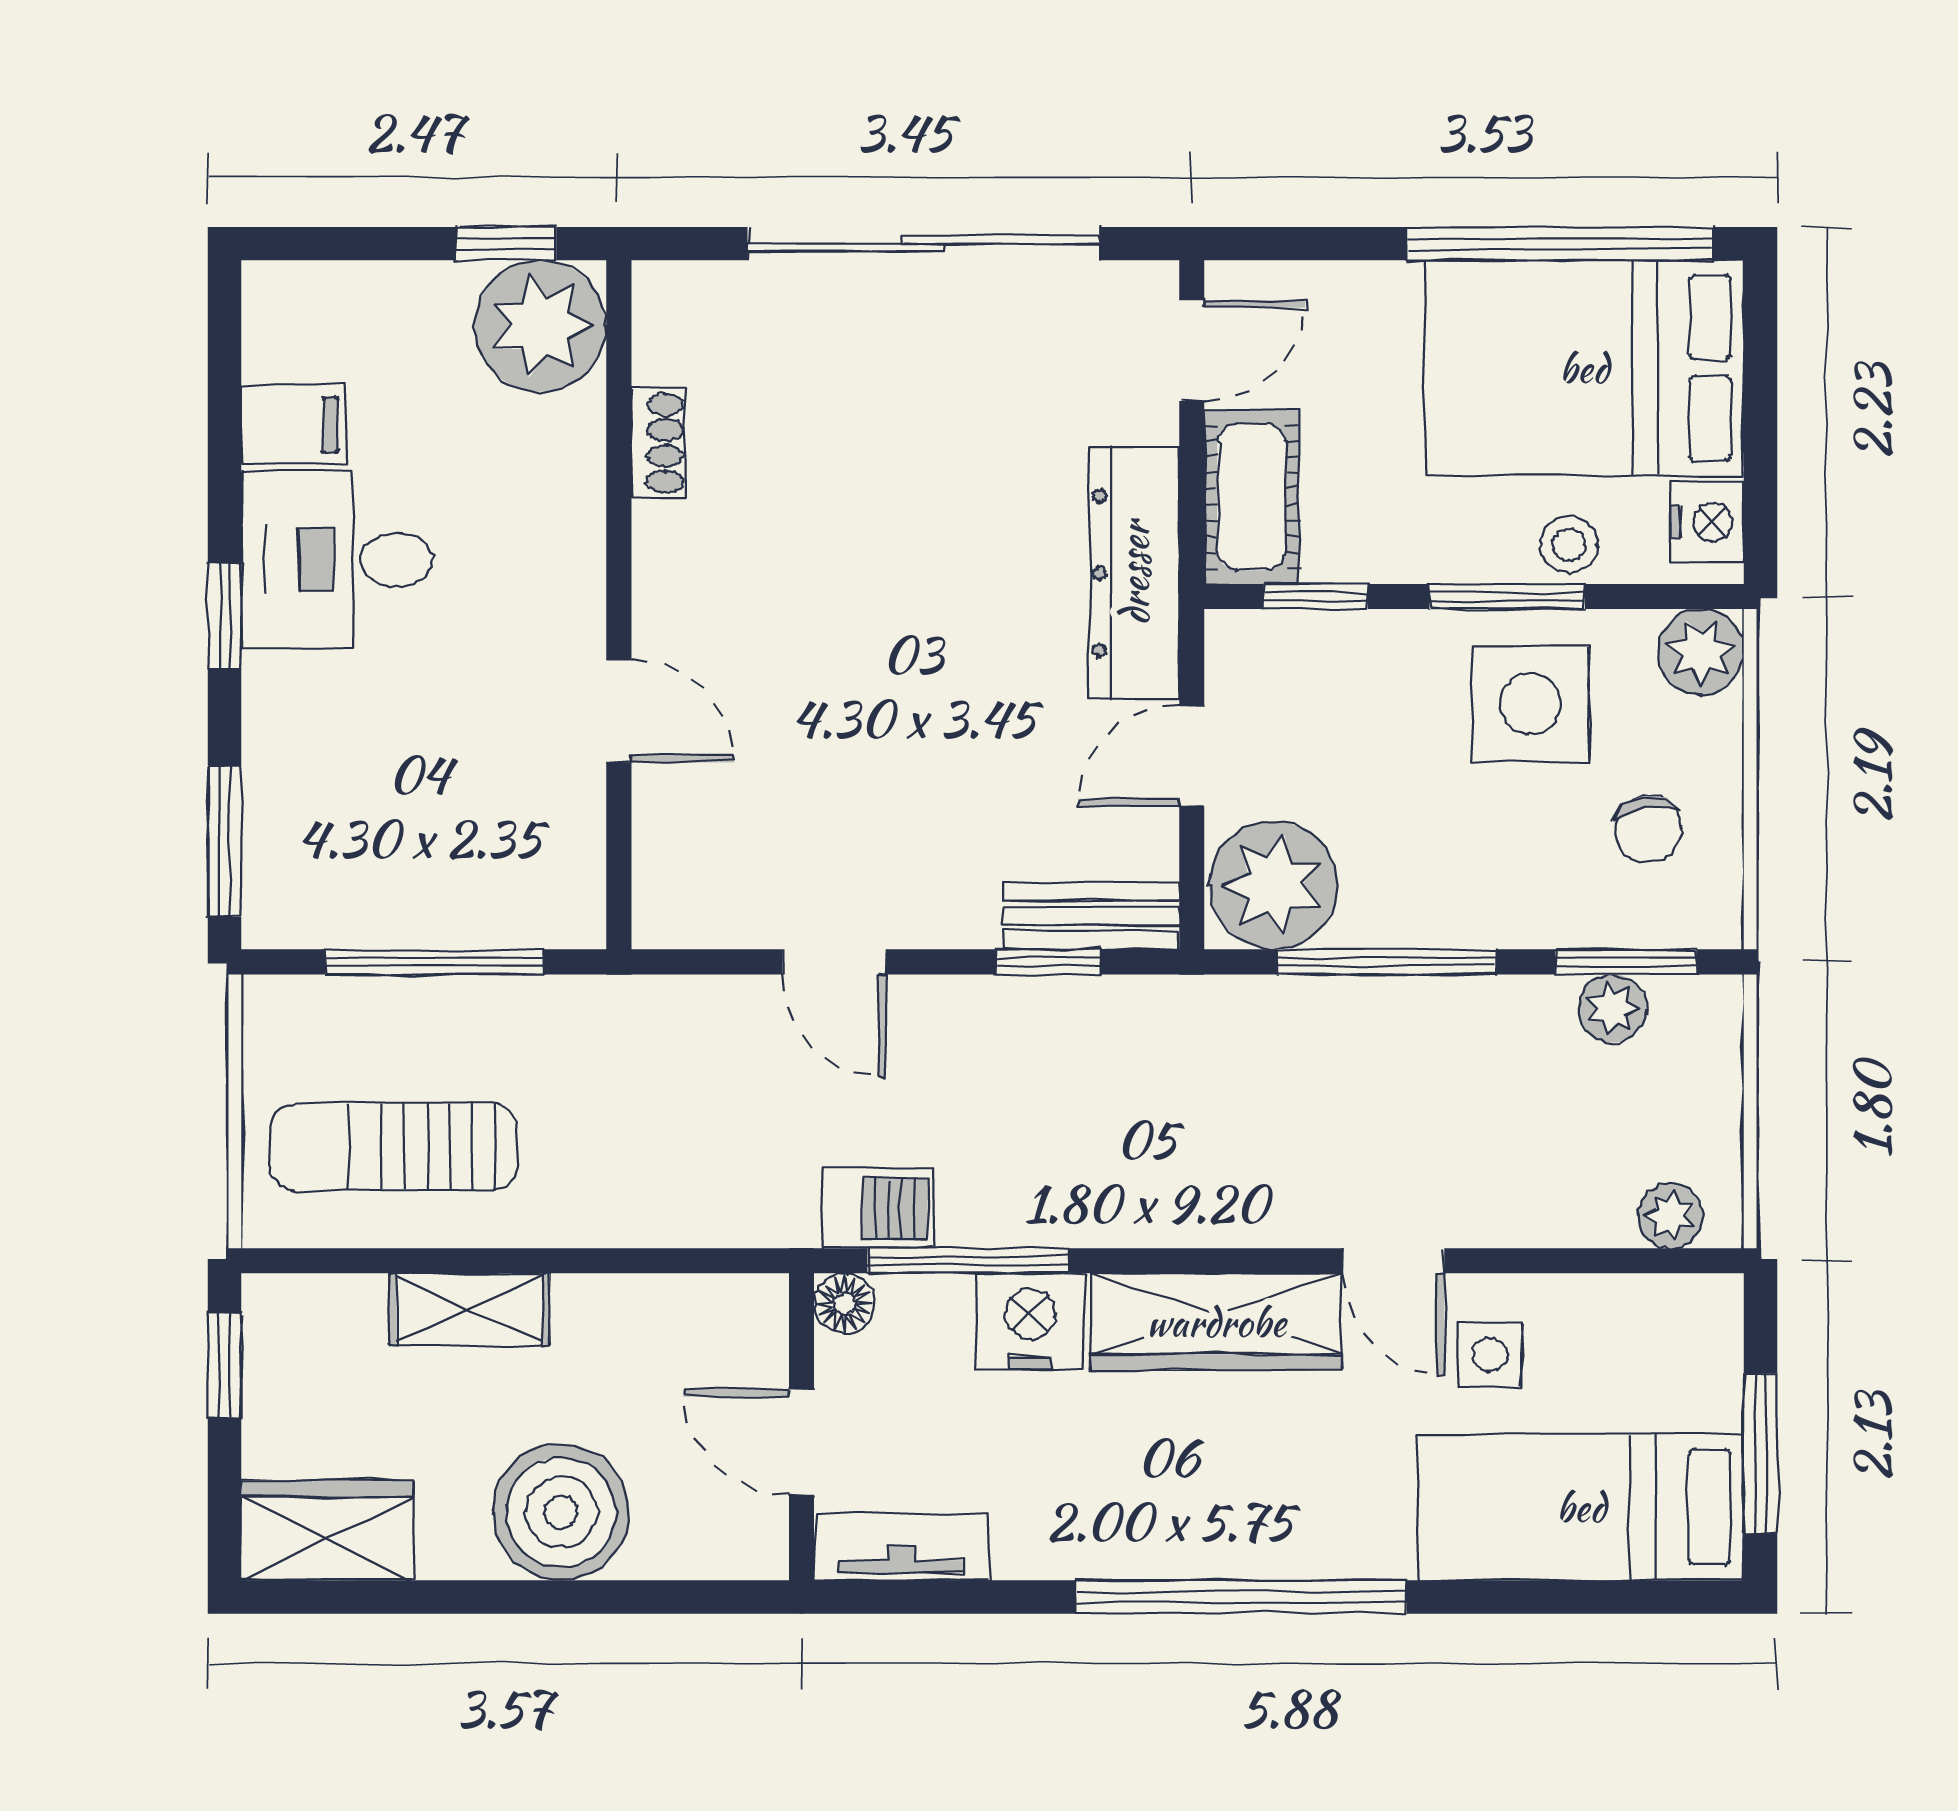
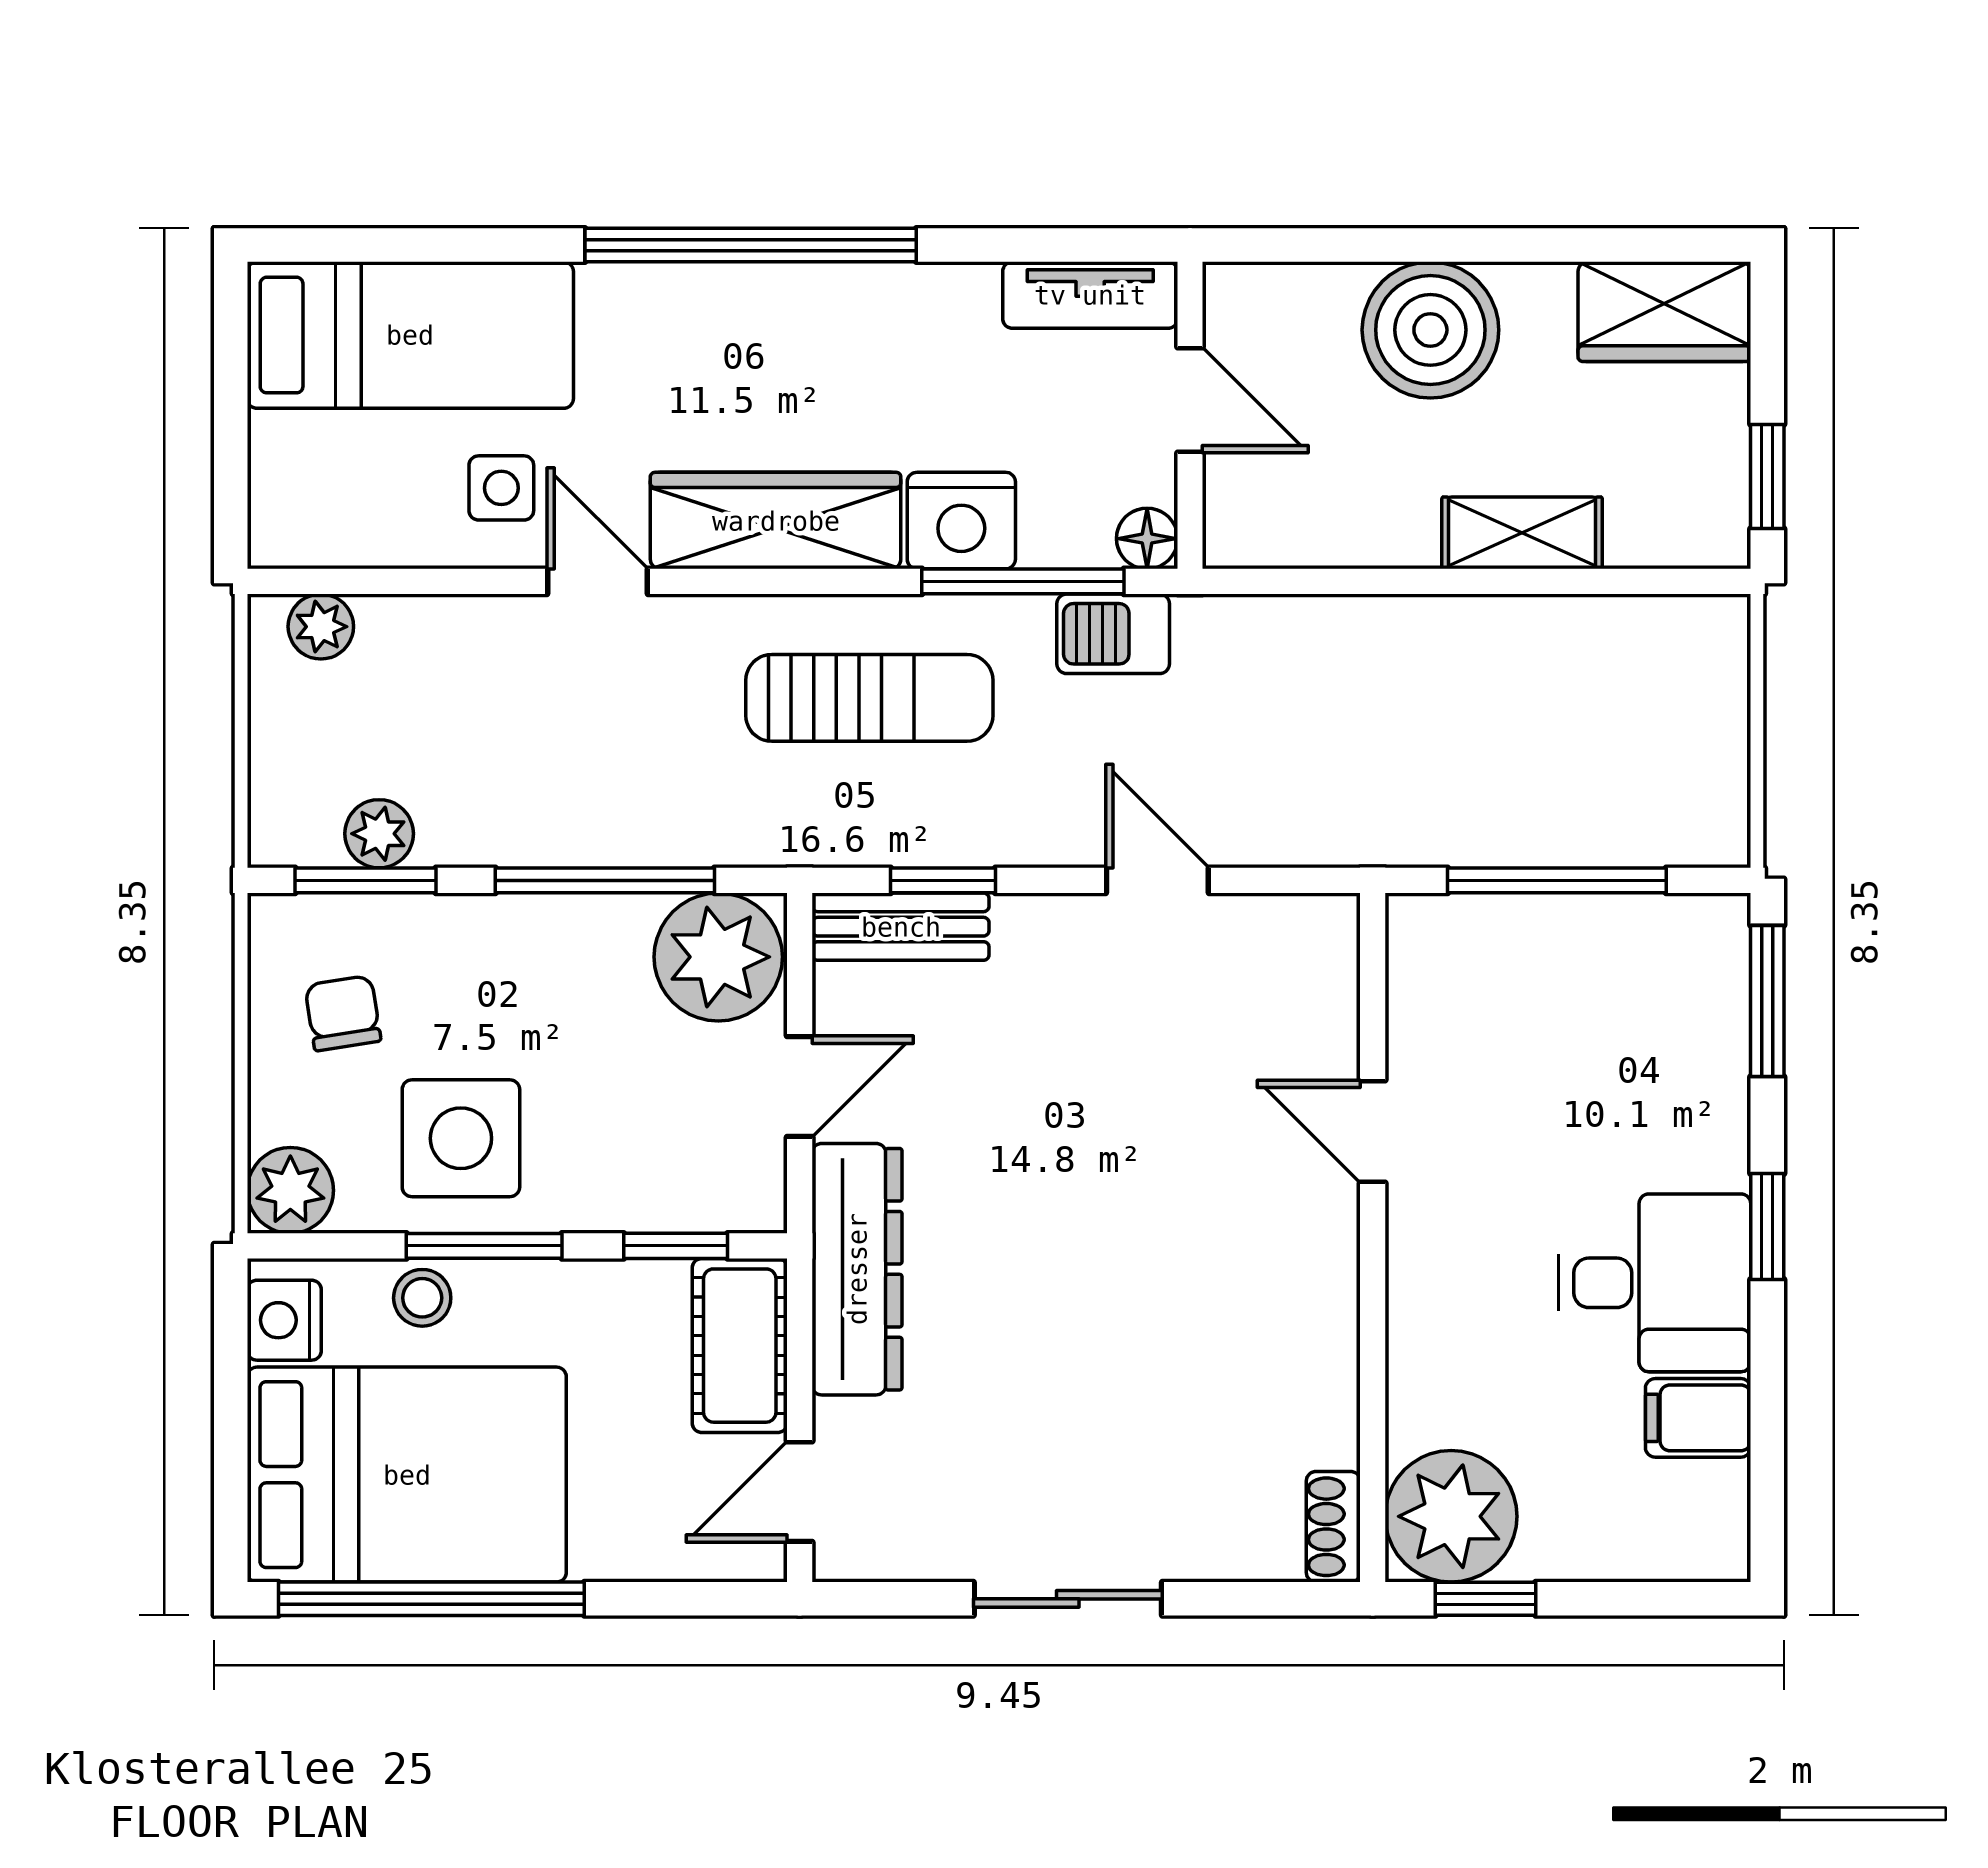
sliding door: (924, 244) -> (1068, 1599), width x0.54
shoe rack: (658, 443) -> (1333, 1527), moved
sun lounger: (394, 1147) -> (869, 698), moved
window: (1760, 1453) -> (231, 389), removed

